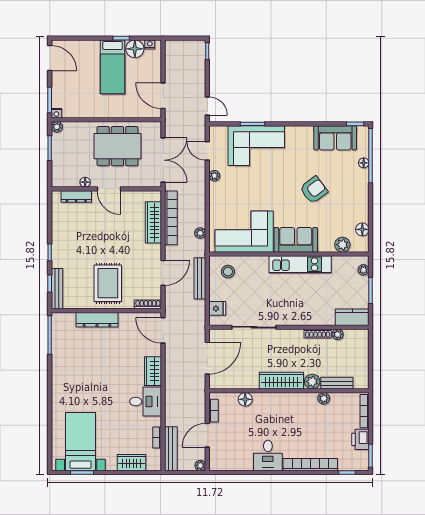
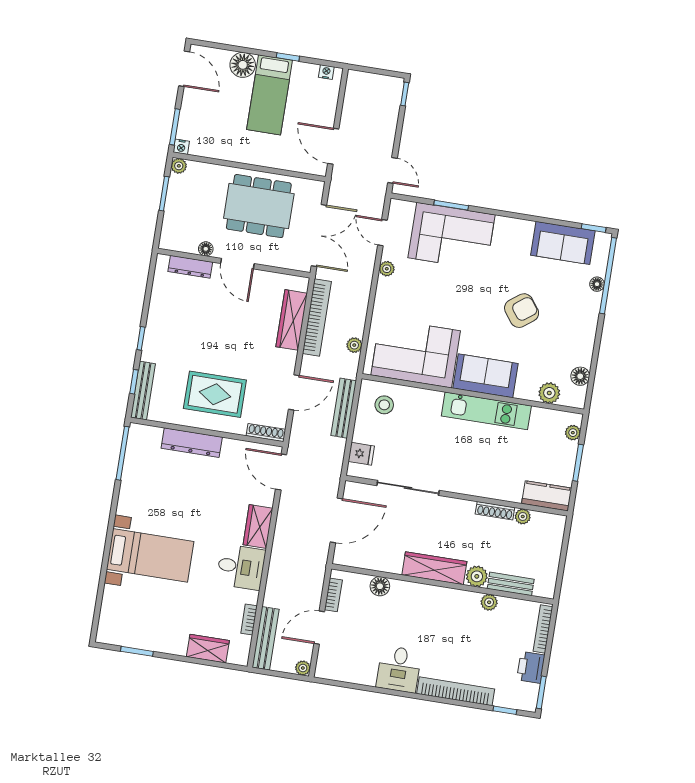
floor lamp: (135, 49) -> (243, 65), moved
rug: (108, 283) -> (215, 394), turned 90
bed with nightstands: (81, 442) -> (150, 555), moved, turned 90

